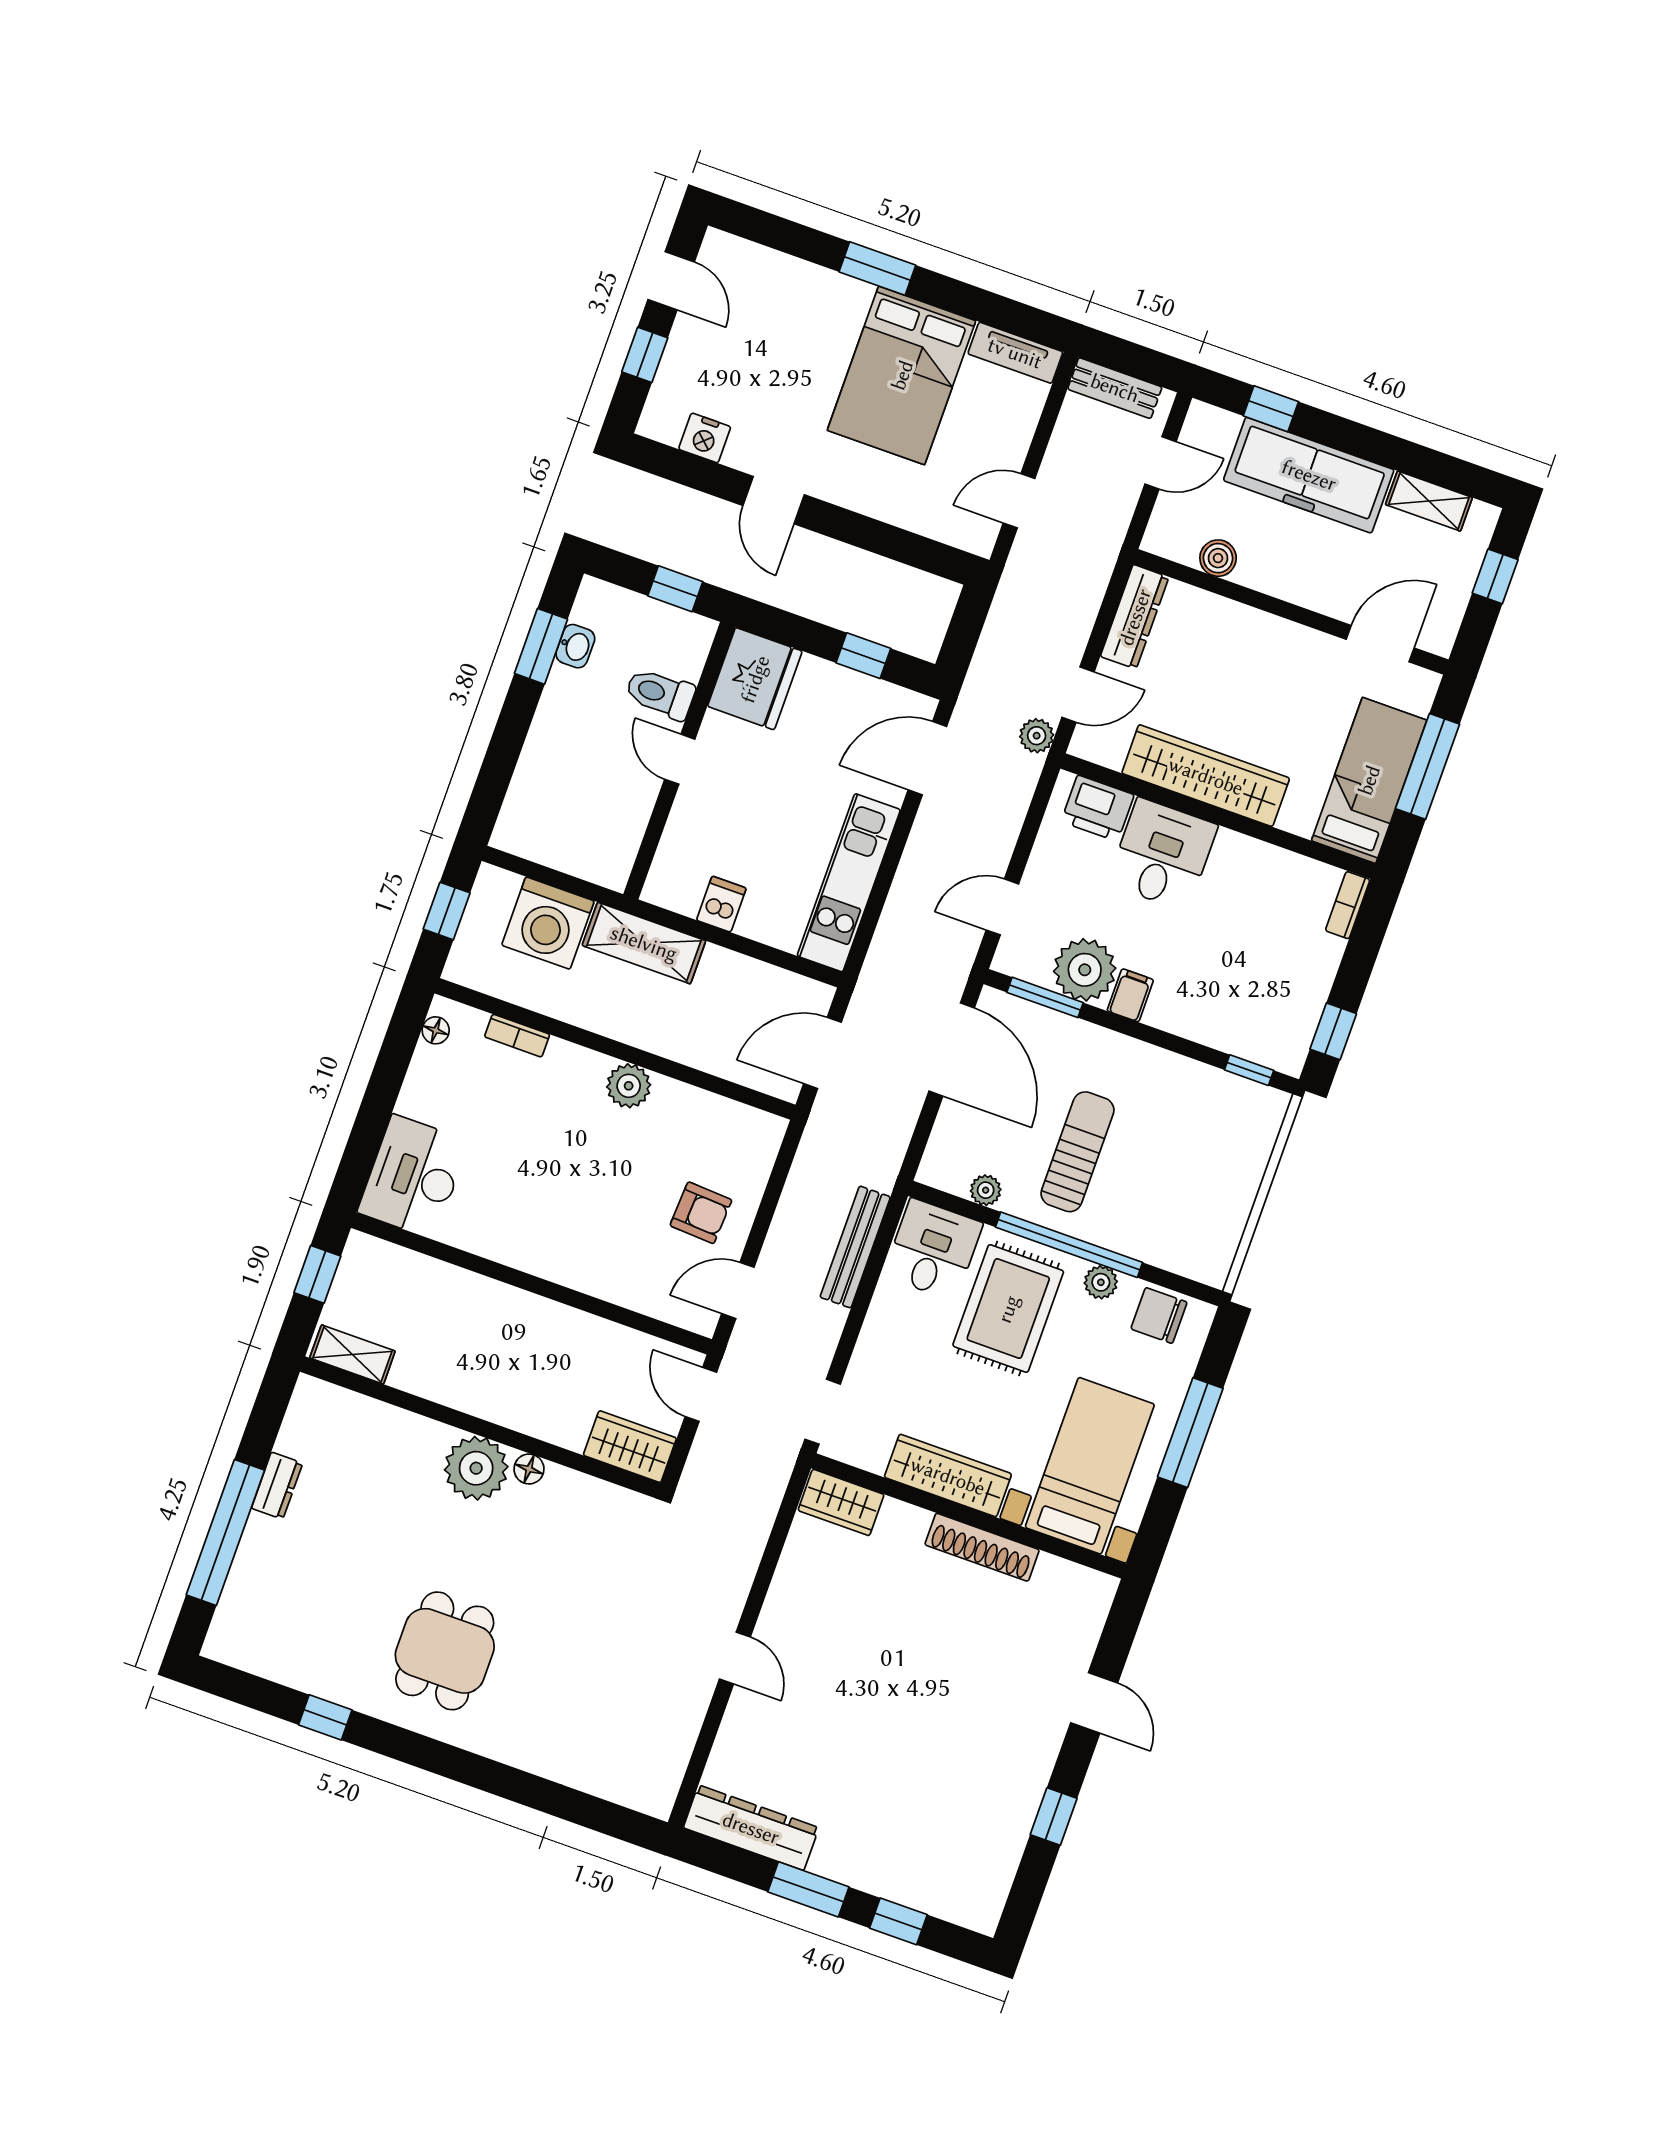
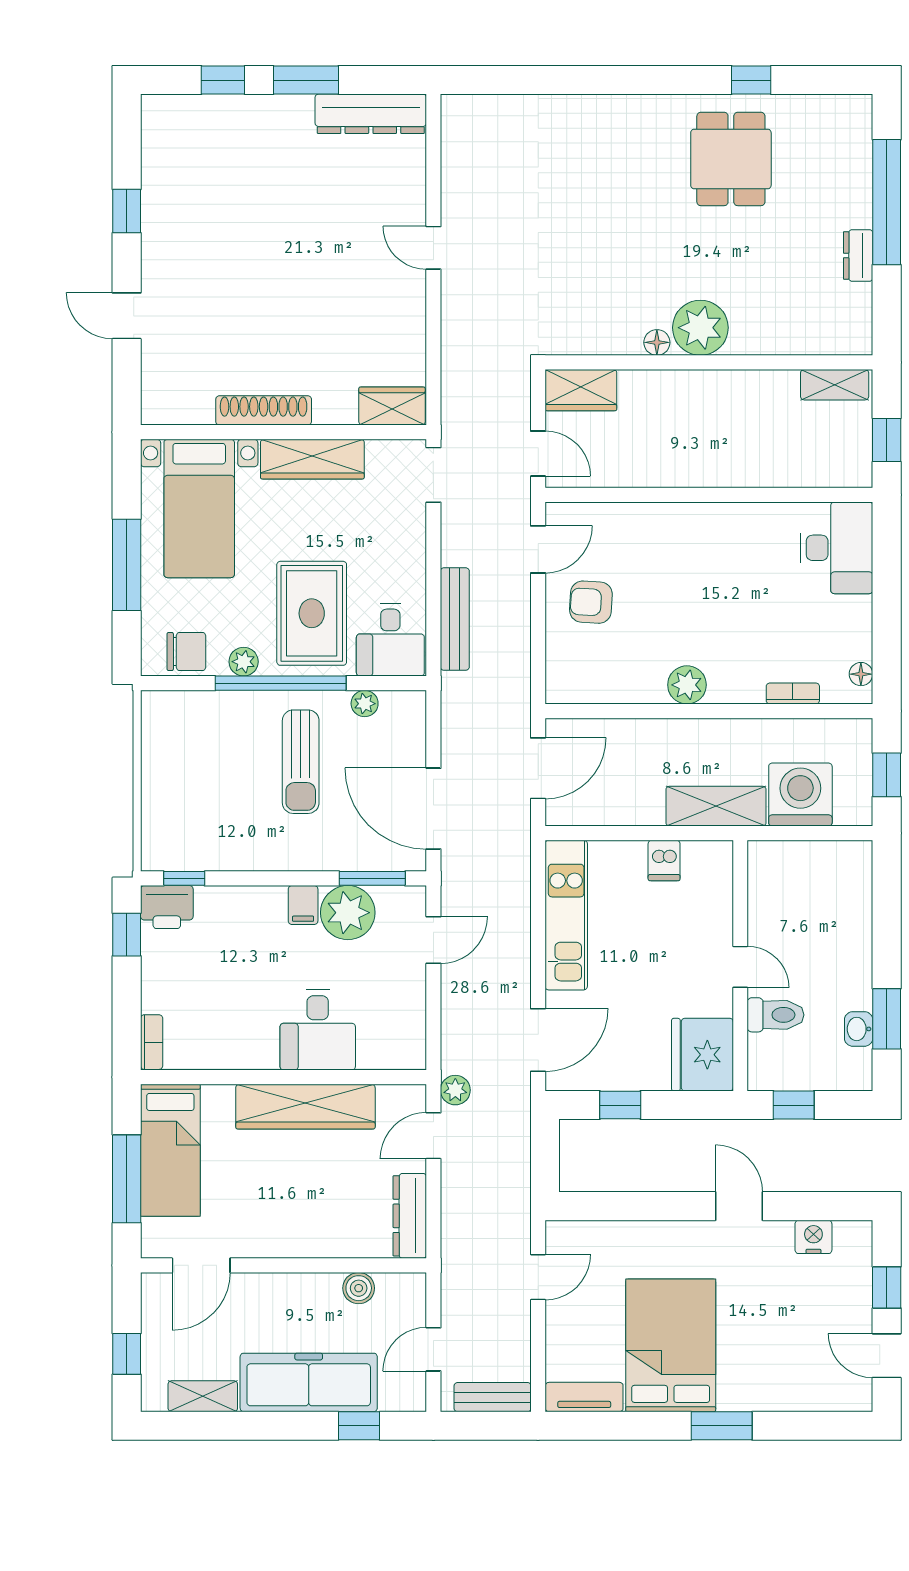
printer: (1098, 808) -> (167, 907), moved, turned 180
dining table: (445, 1651) -> (731, 159), moved

